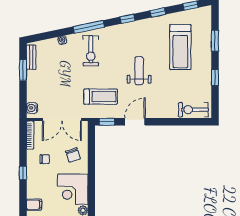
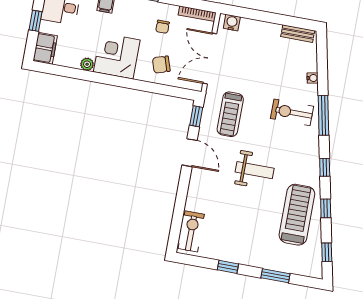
treadmill: (180, 47) -> (297, 215), moved, turned 90
window: (23, 70) -> (283, 20), removed

